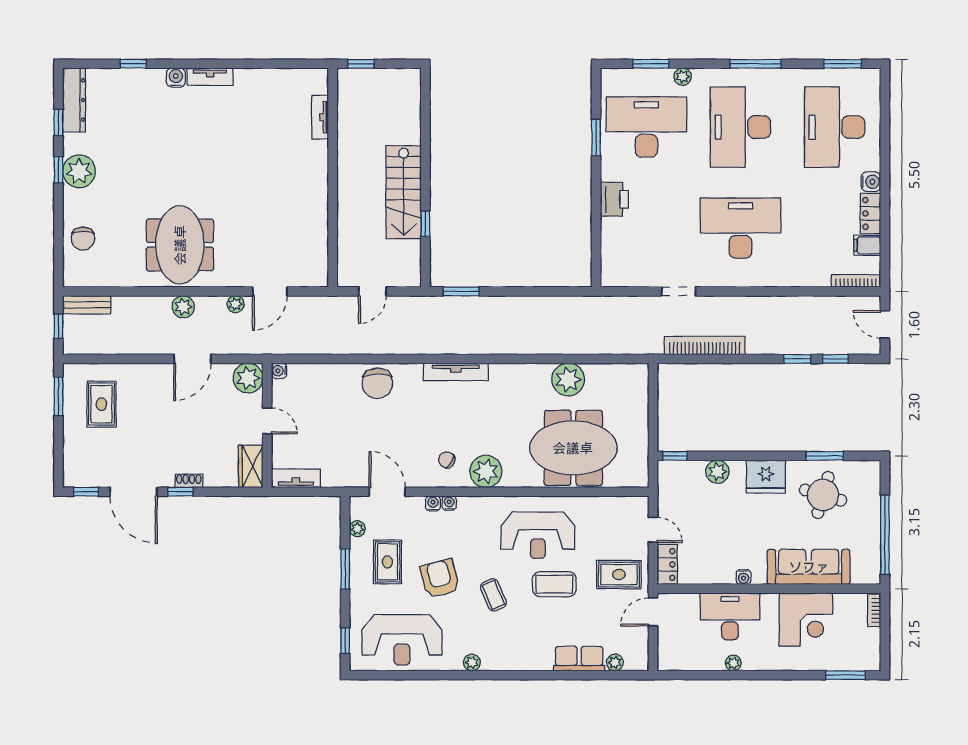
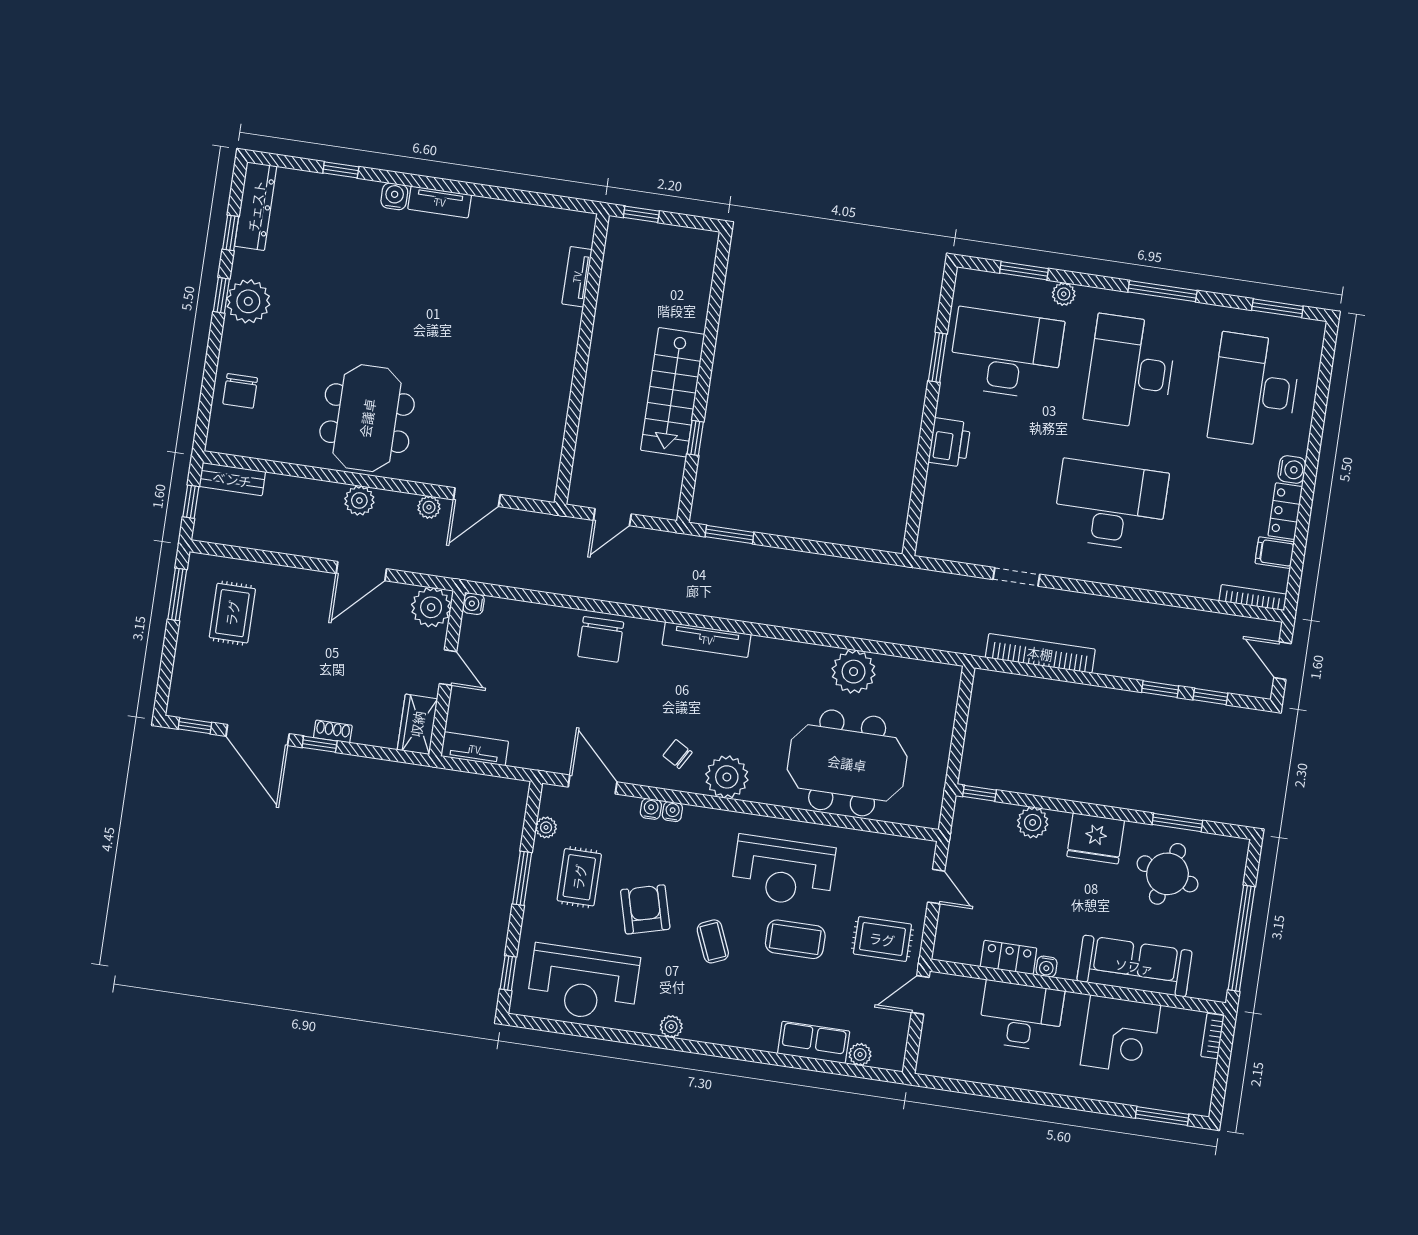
locker: (667, 564) -> (1009, 957), moved, turned -90
plant: (733, 663) -> (1016, 1078), removed

